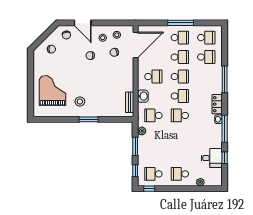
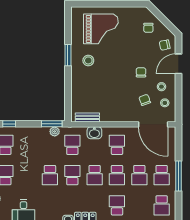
school desk: (206, 57) -> (117, 205), moved, turned 180
school desk: (153, 77) -> (117, 145), turned 180
window: (89, 119) -> (68, 55), moved
school desk: (180, 135) -> (50, 175), added
window: (135, 146) -> (52, 124), moved

